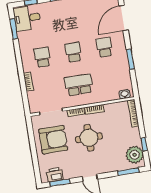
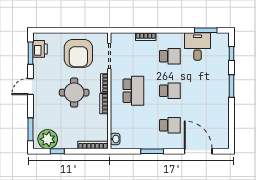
desk: (27, 18) -> (198, 46), moved

